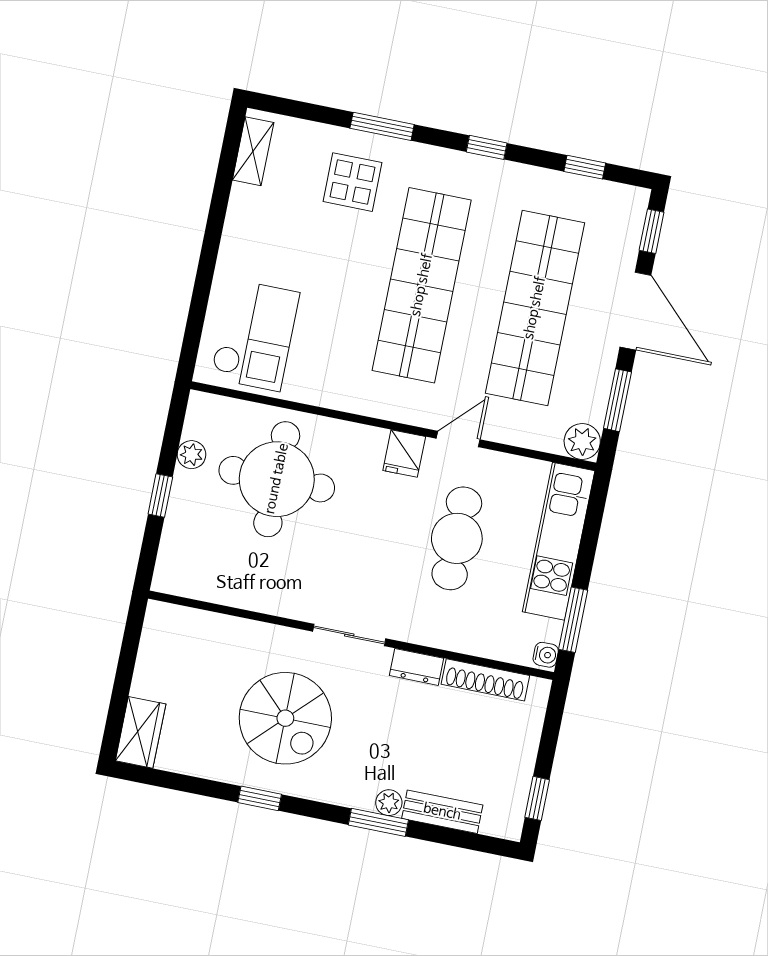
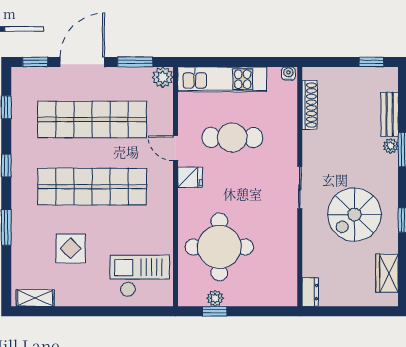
display table: (353, 182) -> (71, 248), moved
window: (160, 496) -> (215, 311), moved
window: (573, 620) -> (265, 62), removed
dresser: (417, 667) -> (310, 292), moved
spiral stairs: (285, 718) -> (354, 215), turned 180
wardrobe: (141, 732) -> (387, 273), moved, turned -90

